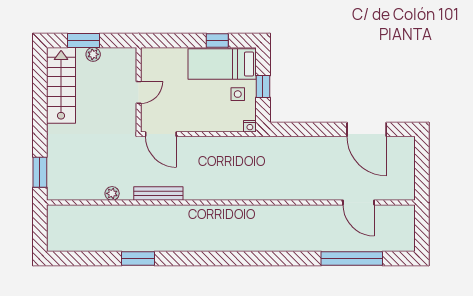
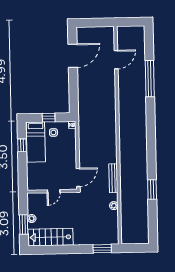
door: (139, 92) -> (54, 191), swing flipped
window: (352, 259) -> (150, 79), moved

